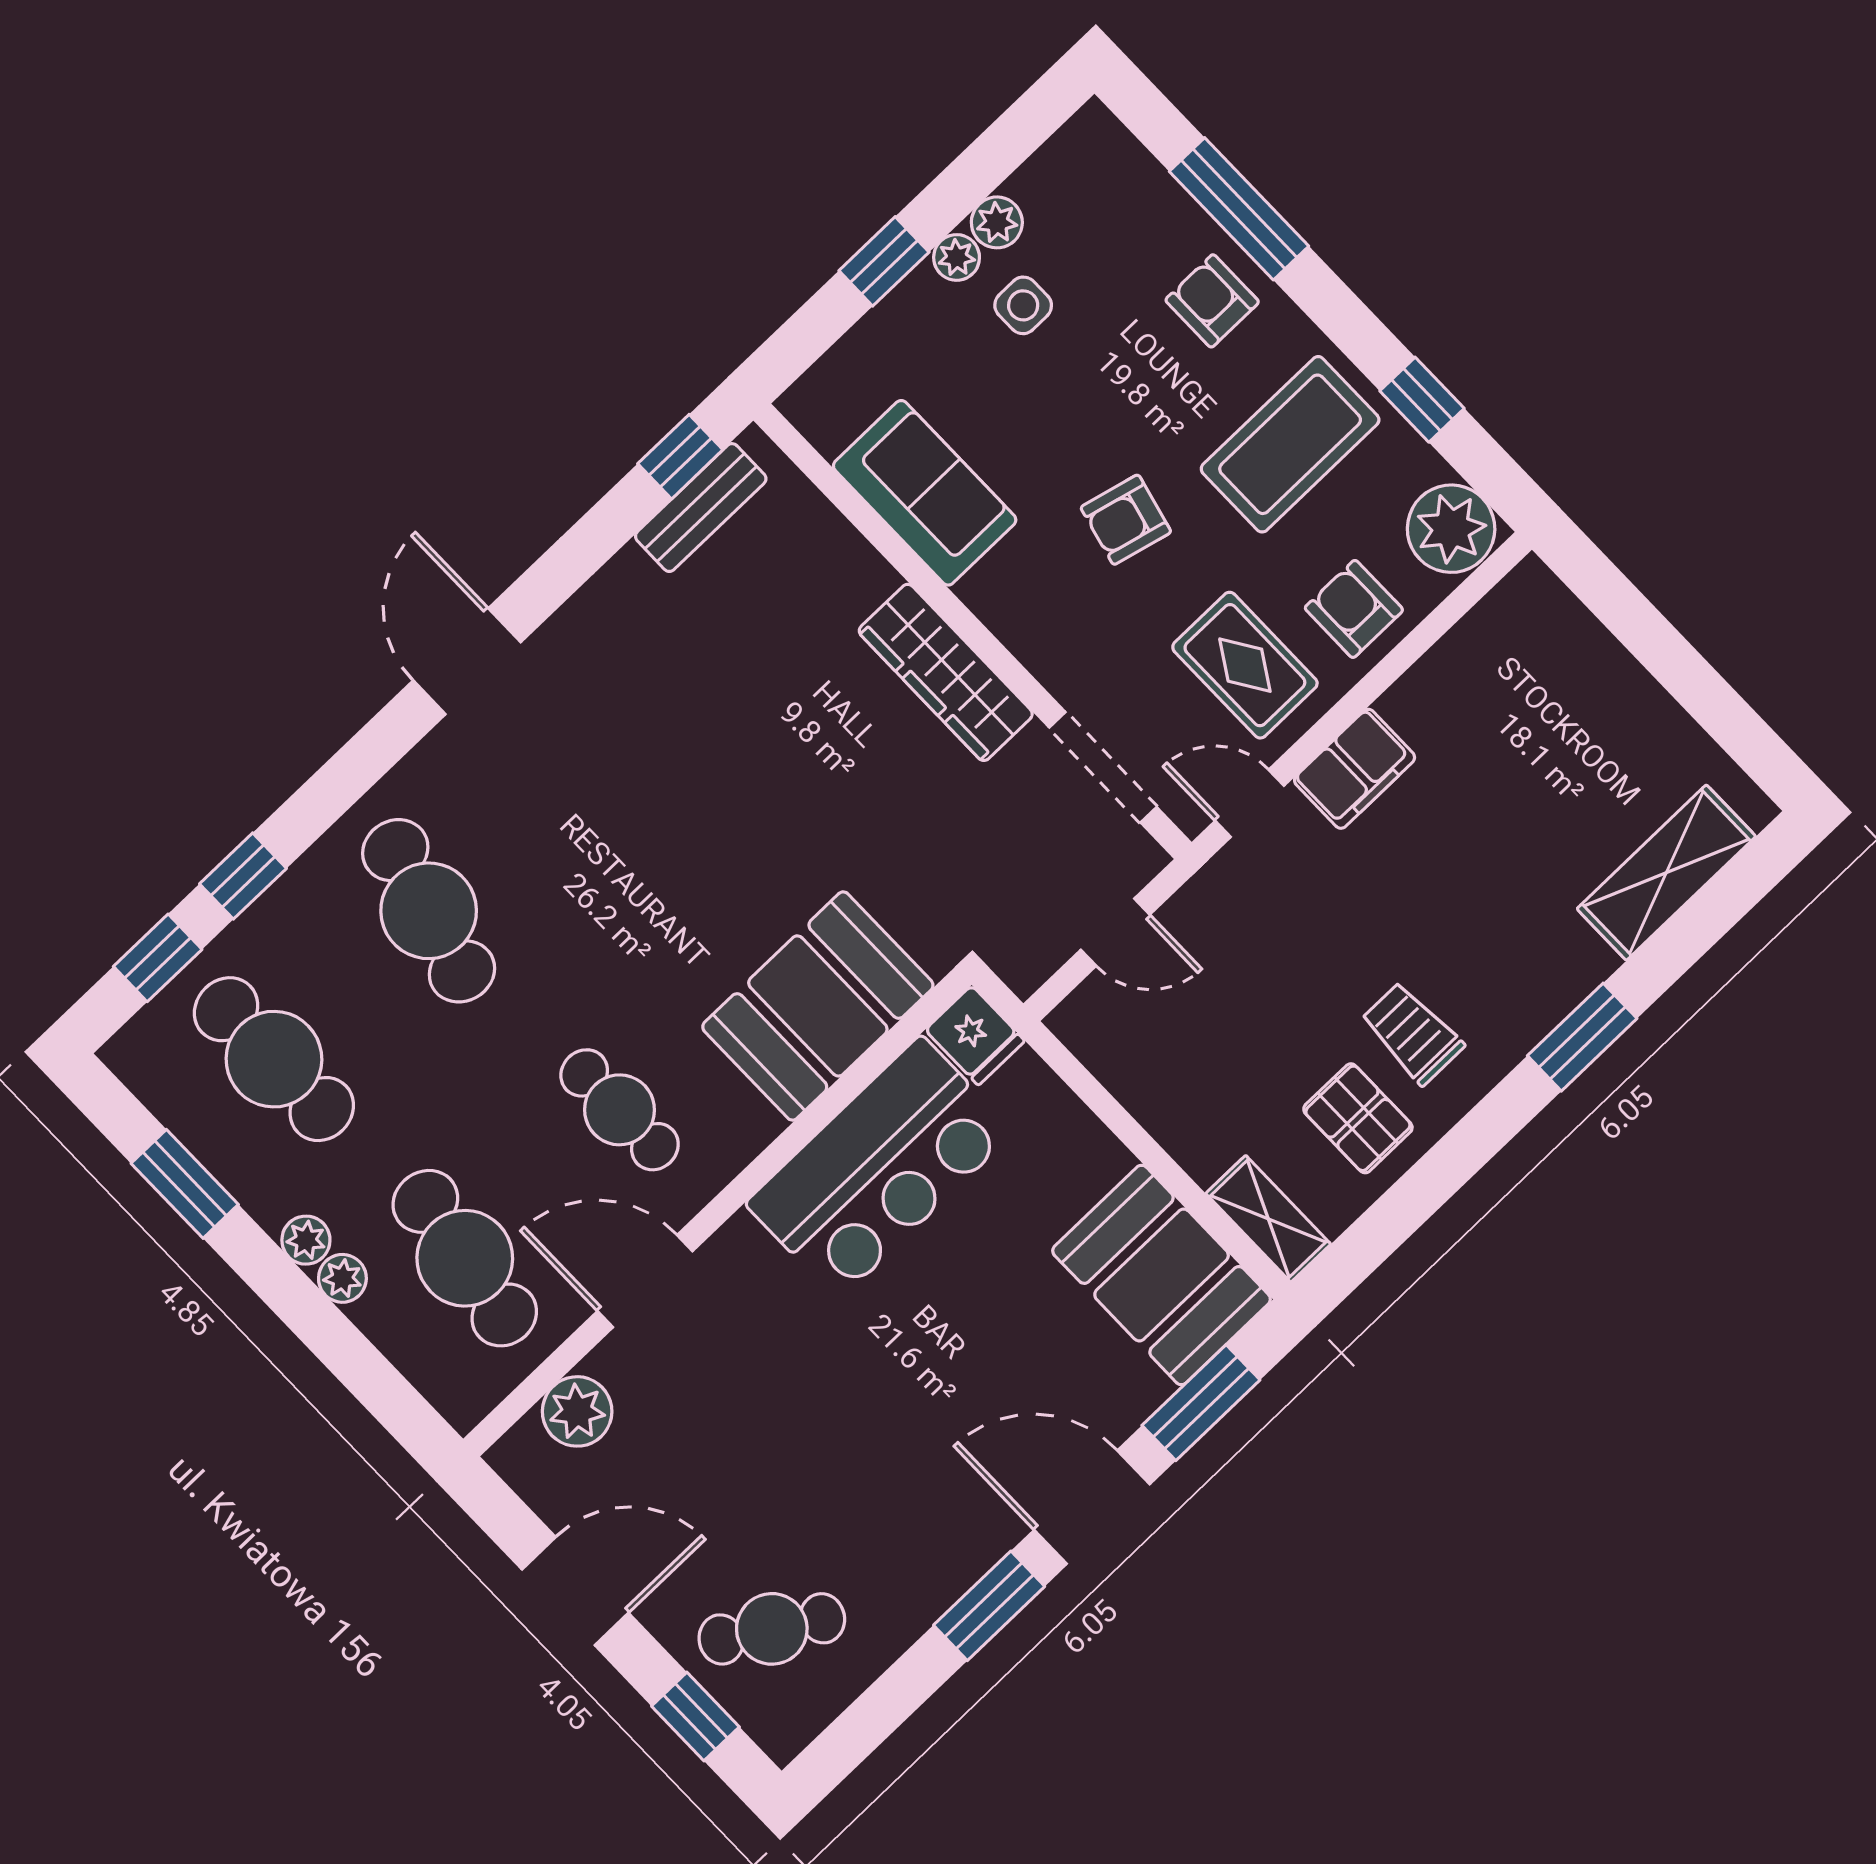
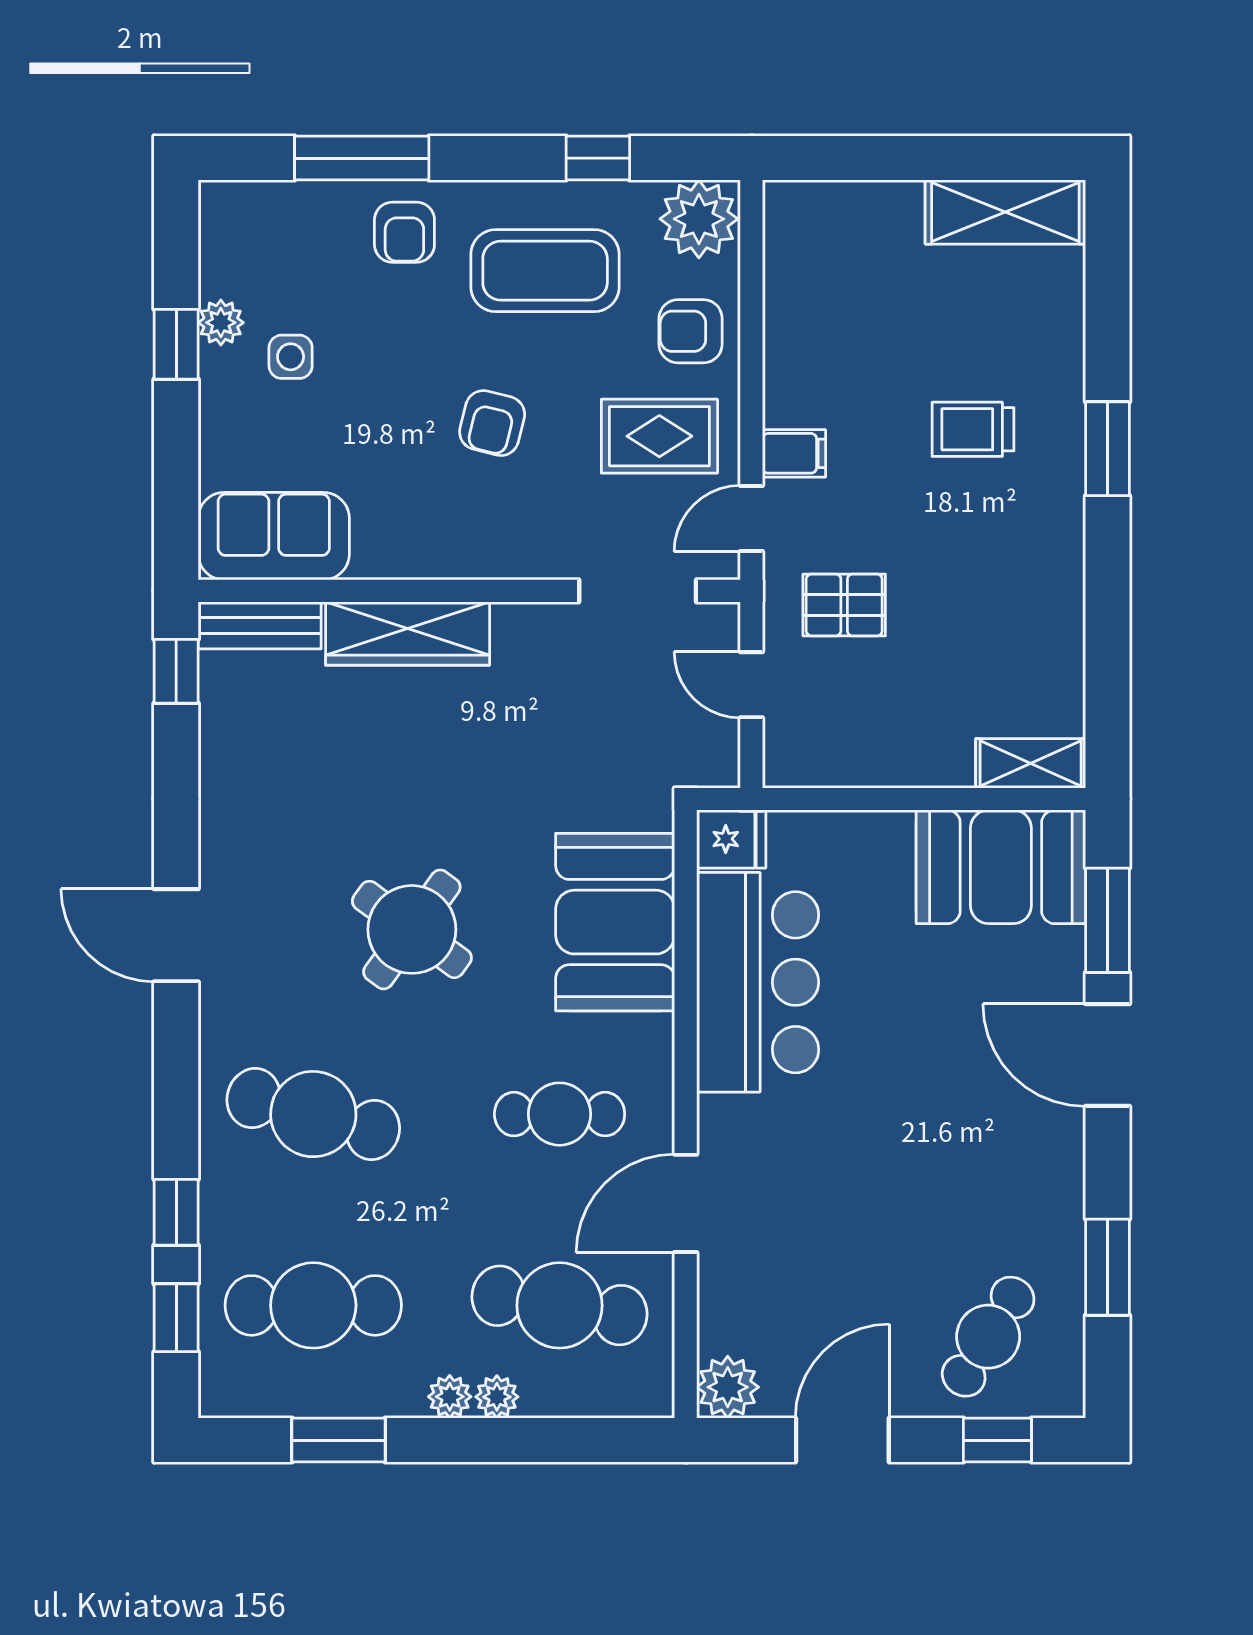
plant: (957, 257) -> (219, 370), removed
window: (884, 261) -> (176, 344), moved
armchair: (1212, 301) -> (404, 232), turned -90
coffee table: (1290, 444) -> (545, 271), turned 90
sofa: (925, 493) -> (274, 536), moved
bench: (701, 508) -> (260, 625), moved, turned 90
wardrobe: (946, 672) -> (408, 634), moved
filing cabinet: (1355, 769) -> (794, 453), width x0.50
round table: (654, 847) -> (412, 929), added
shelving: (1666, 873) -> (1005, 212), moved, turned 90
door: (1115, 932) -> (751, 685), swing flipped
trolley: (1412, 1033) -> (973, 429), moved
pallet: (1358, 1118) -> (844, 605), moved
plant: (577, 1411) -> (728, 1387), moved
door: (1092, 1507) -> (1108, 1055), hinge flipped
window: (989, 1606) -> (1108, 1267), moved

